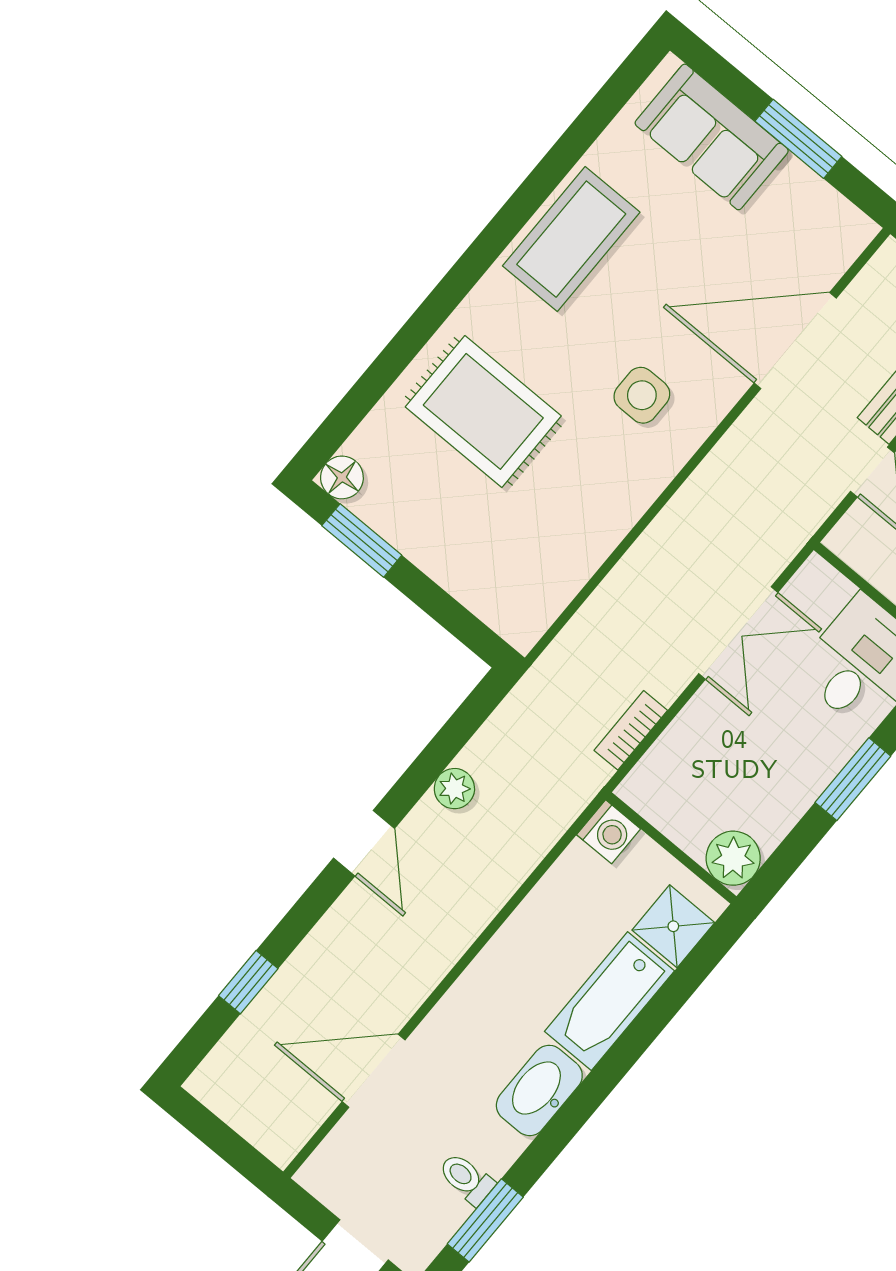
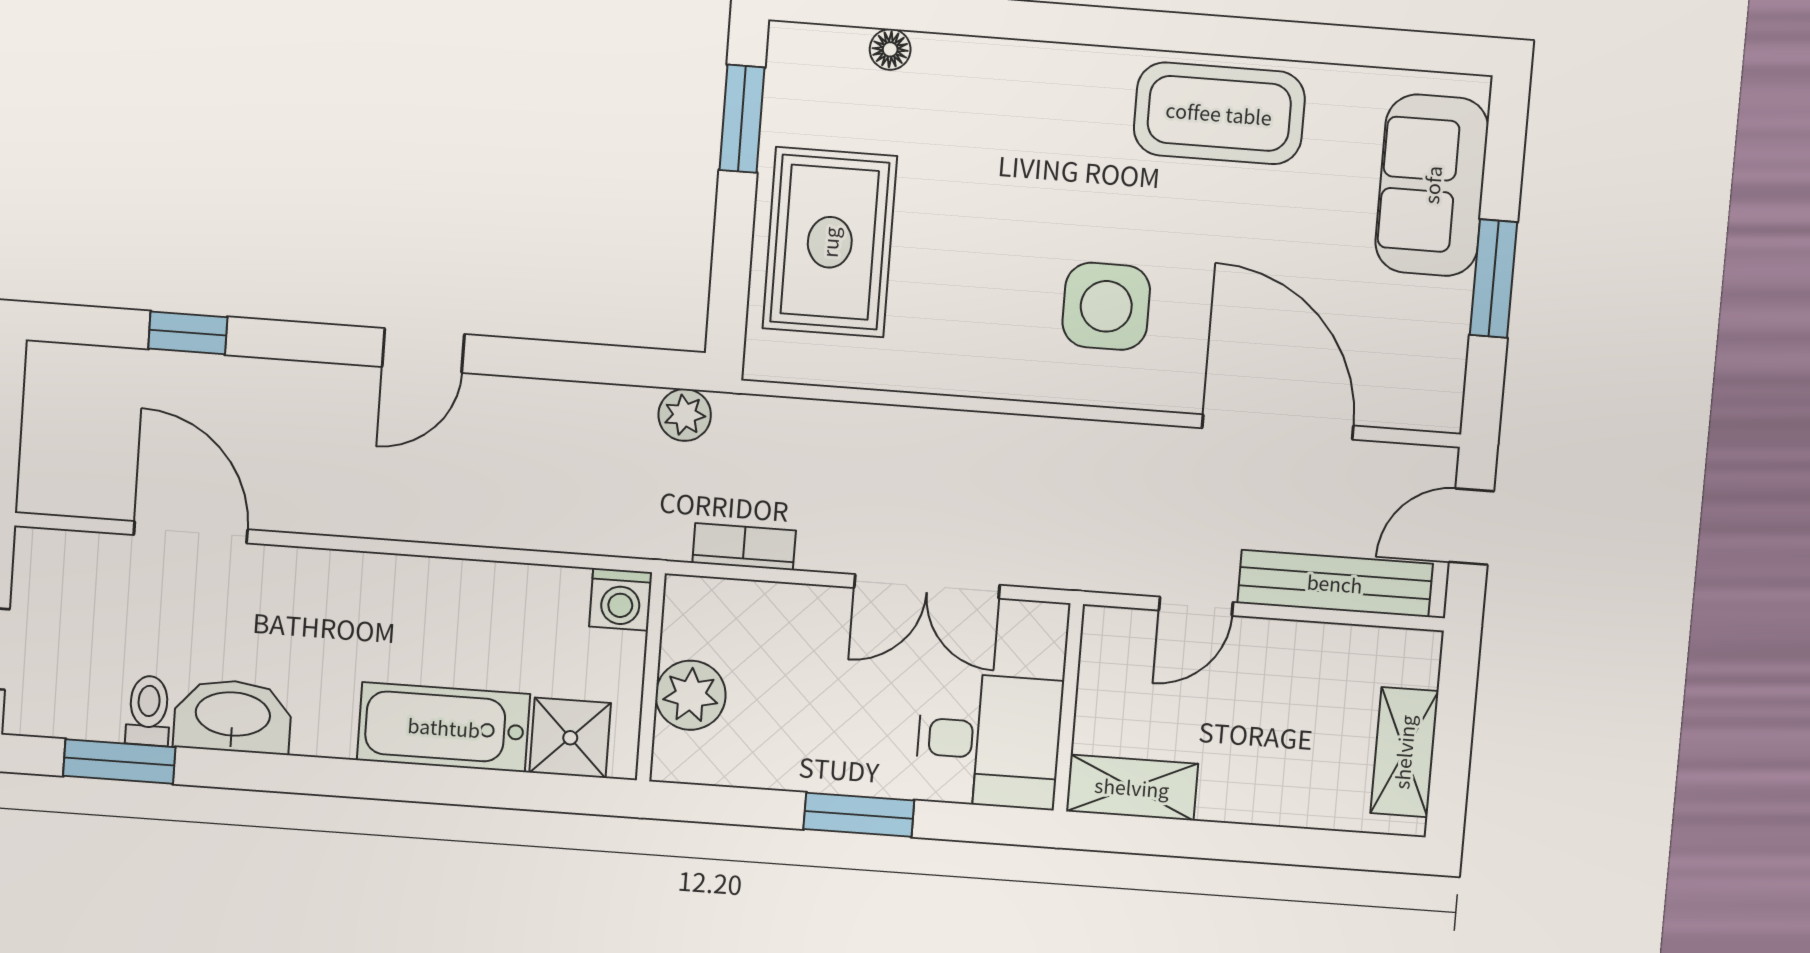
side table: (642, 395) -> (1106, 306), width x1.37, depth x1.37
rug: (483, 411) -> (830, 242), moved
floor lamp: (342, 477) -> (890, 49), moved, width x0.73, depth x0.73
plant: (454, 789) -> (685, 415), moved
plant: (733, 858) -> (691, 695), moved
washbasin: (539, 1090) -> (233, 716), moved

